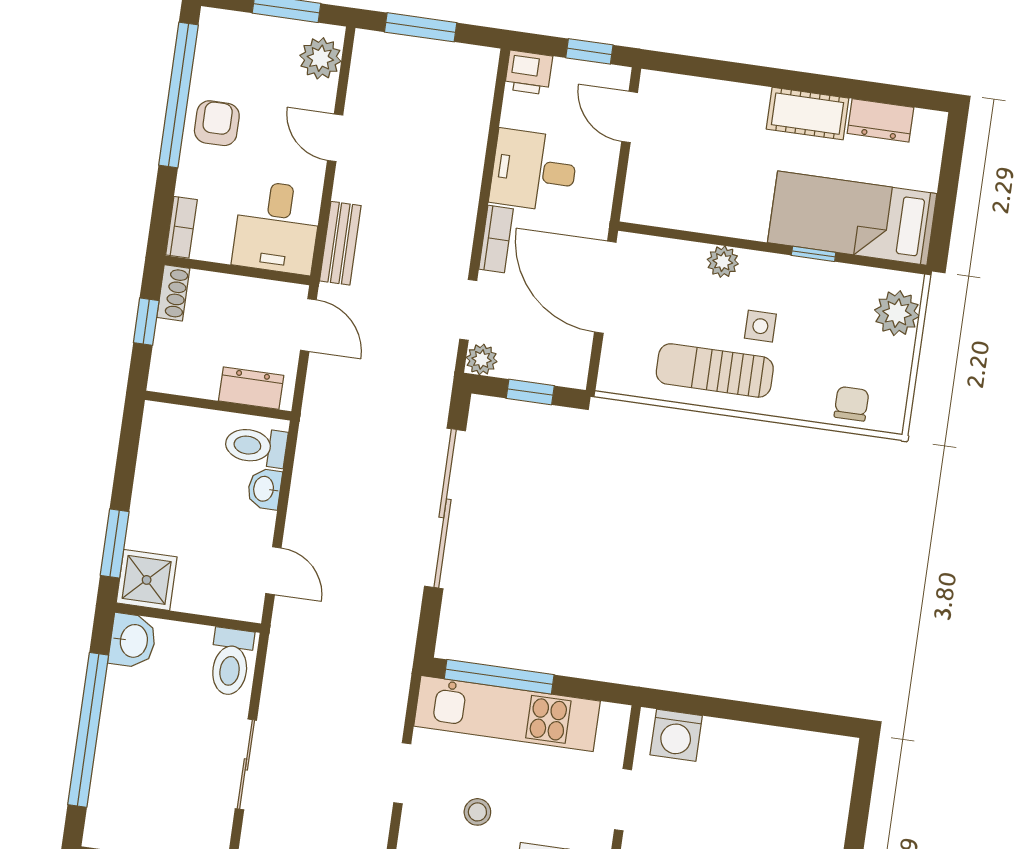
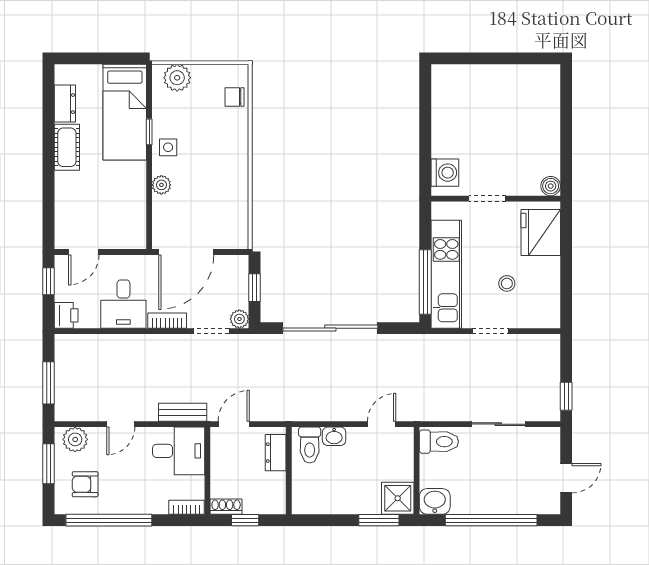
armchair: (217, 123) -> (85, 484), moved
side table: (760, 326) -> (168, 147), moved
sun lounger: (715, 370) -> (226, 180), removed

